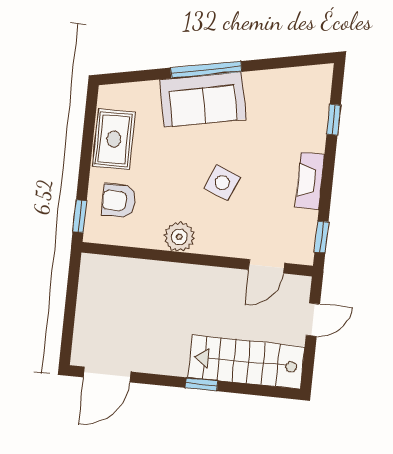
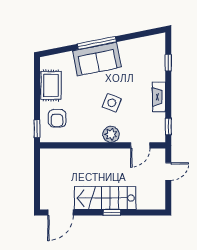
armchair: (119, 201) -> (57, 118), turned -90
plant: (179, 237) -> (111, 134), moved
stairs: (246, 362) -> (105, 198), moved

